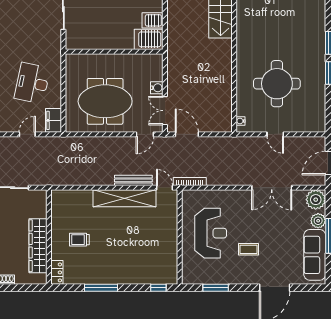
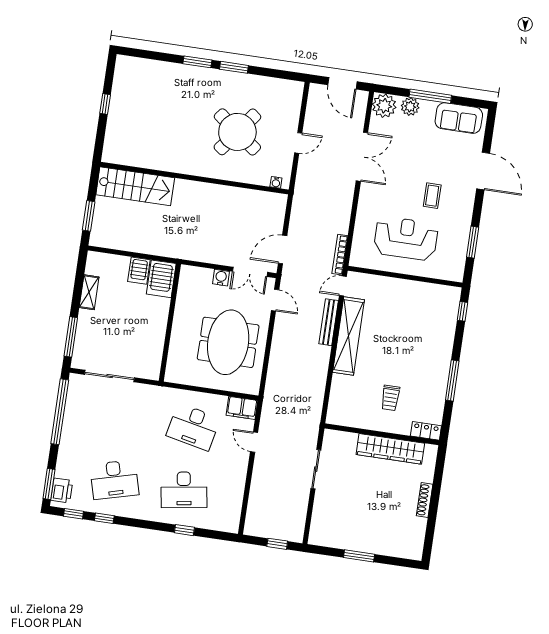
round table: (277, 84) -> (237, 132), turned 37
sofa: (315, 255) -> (459, 118), width x0.73

